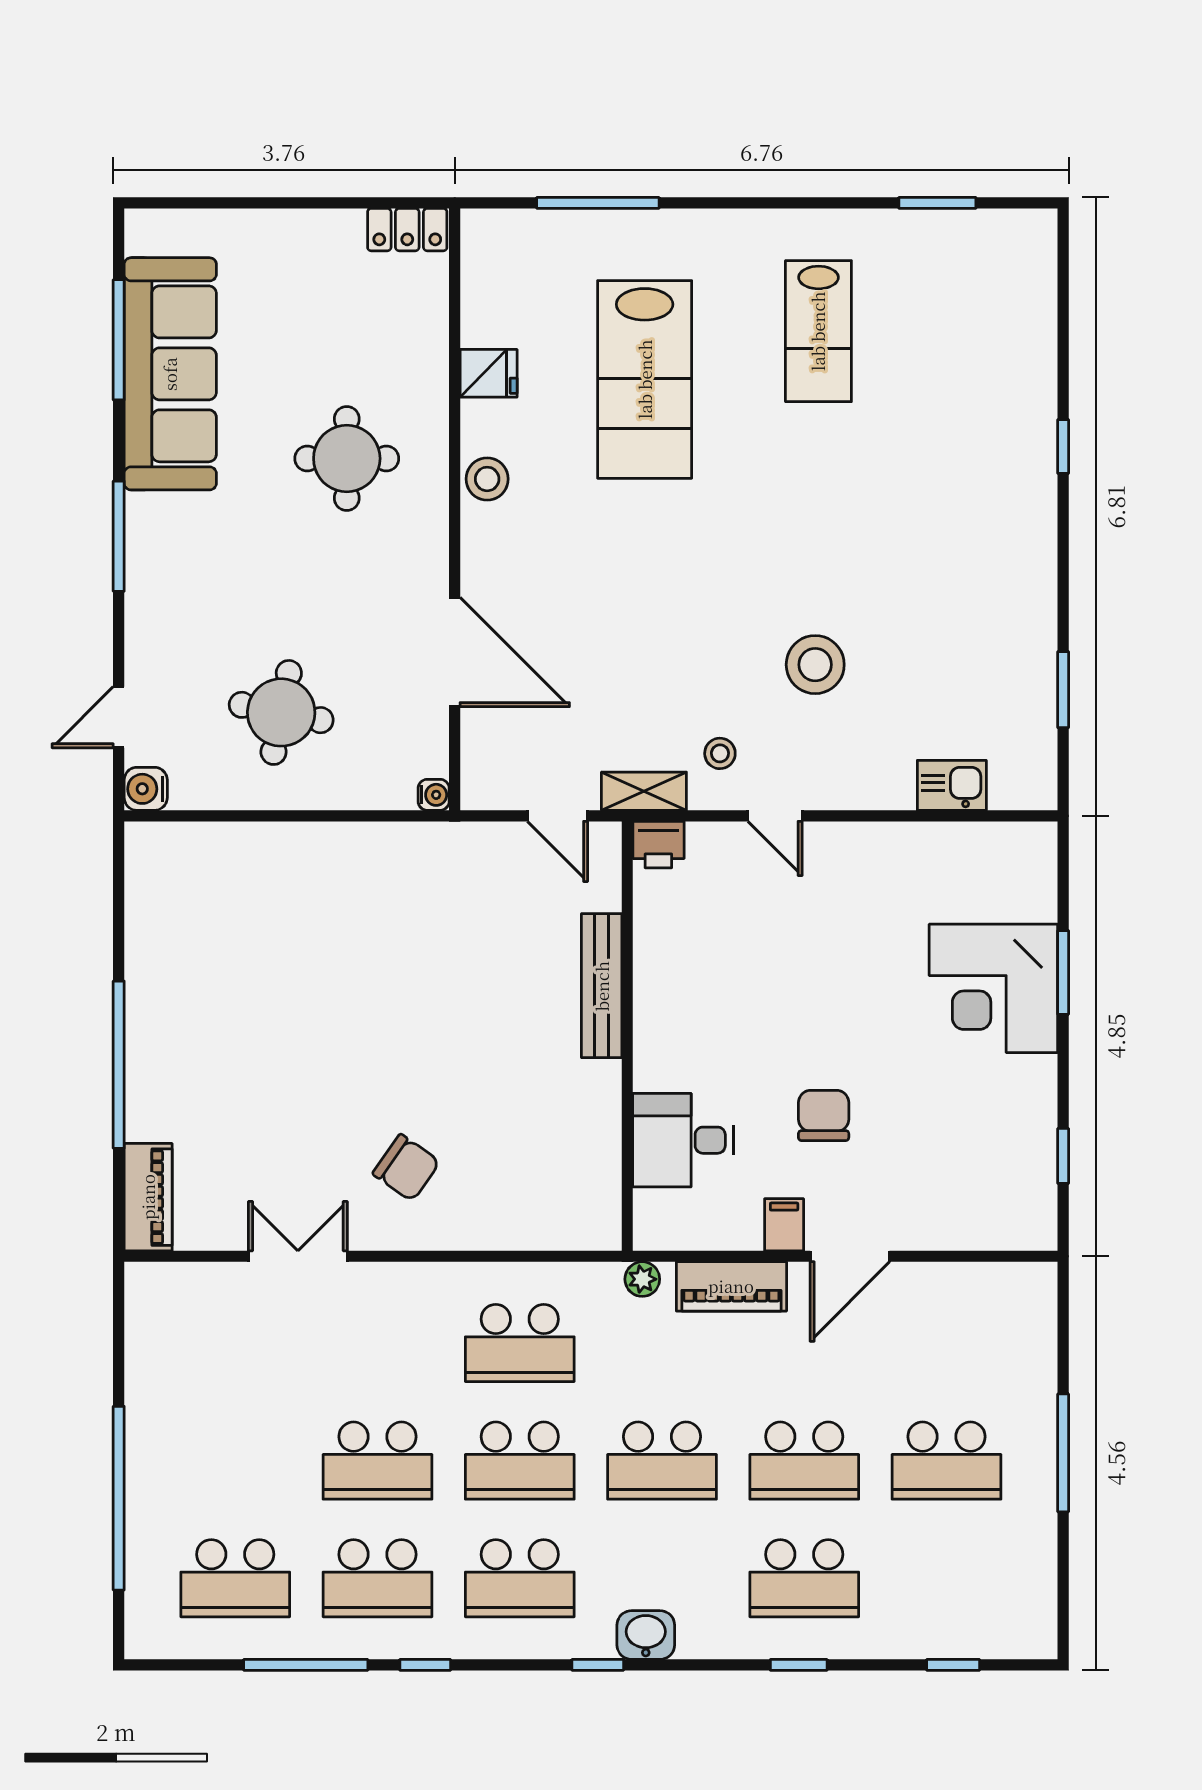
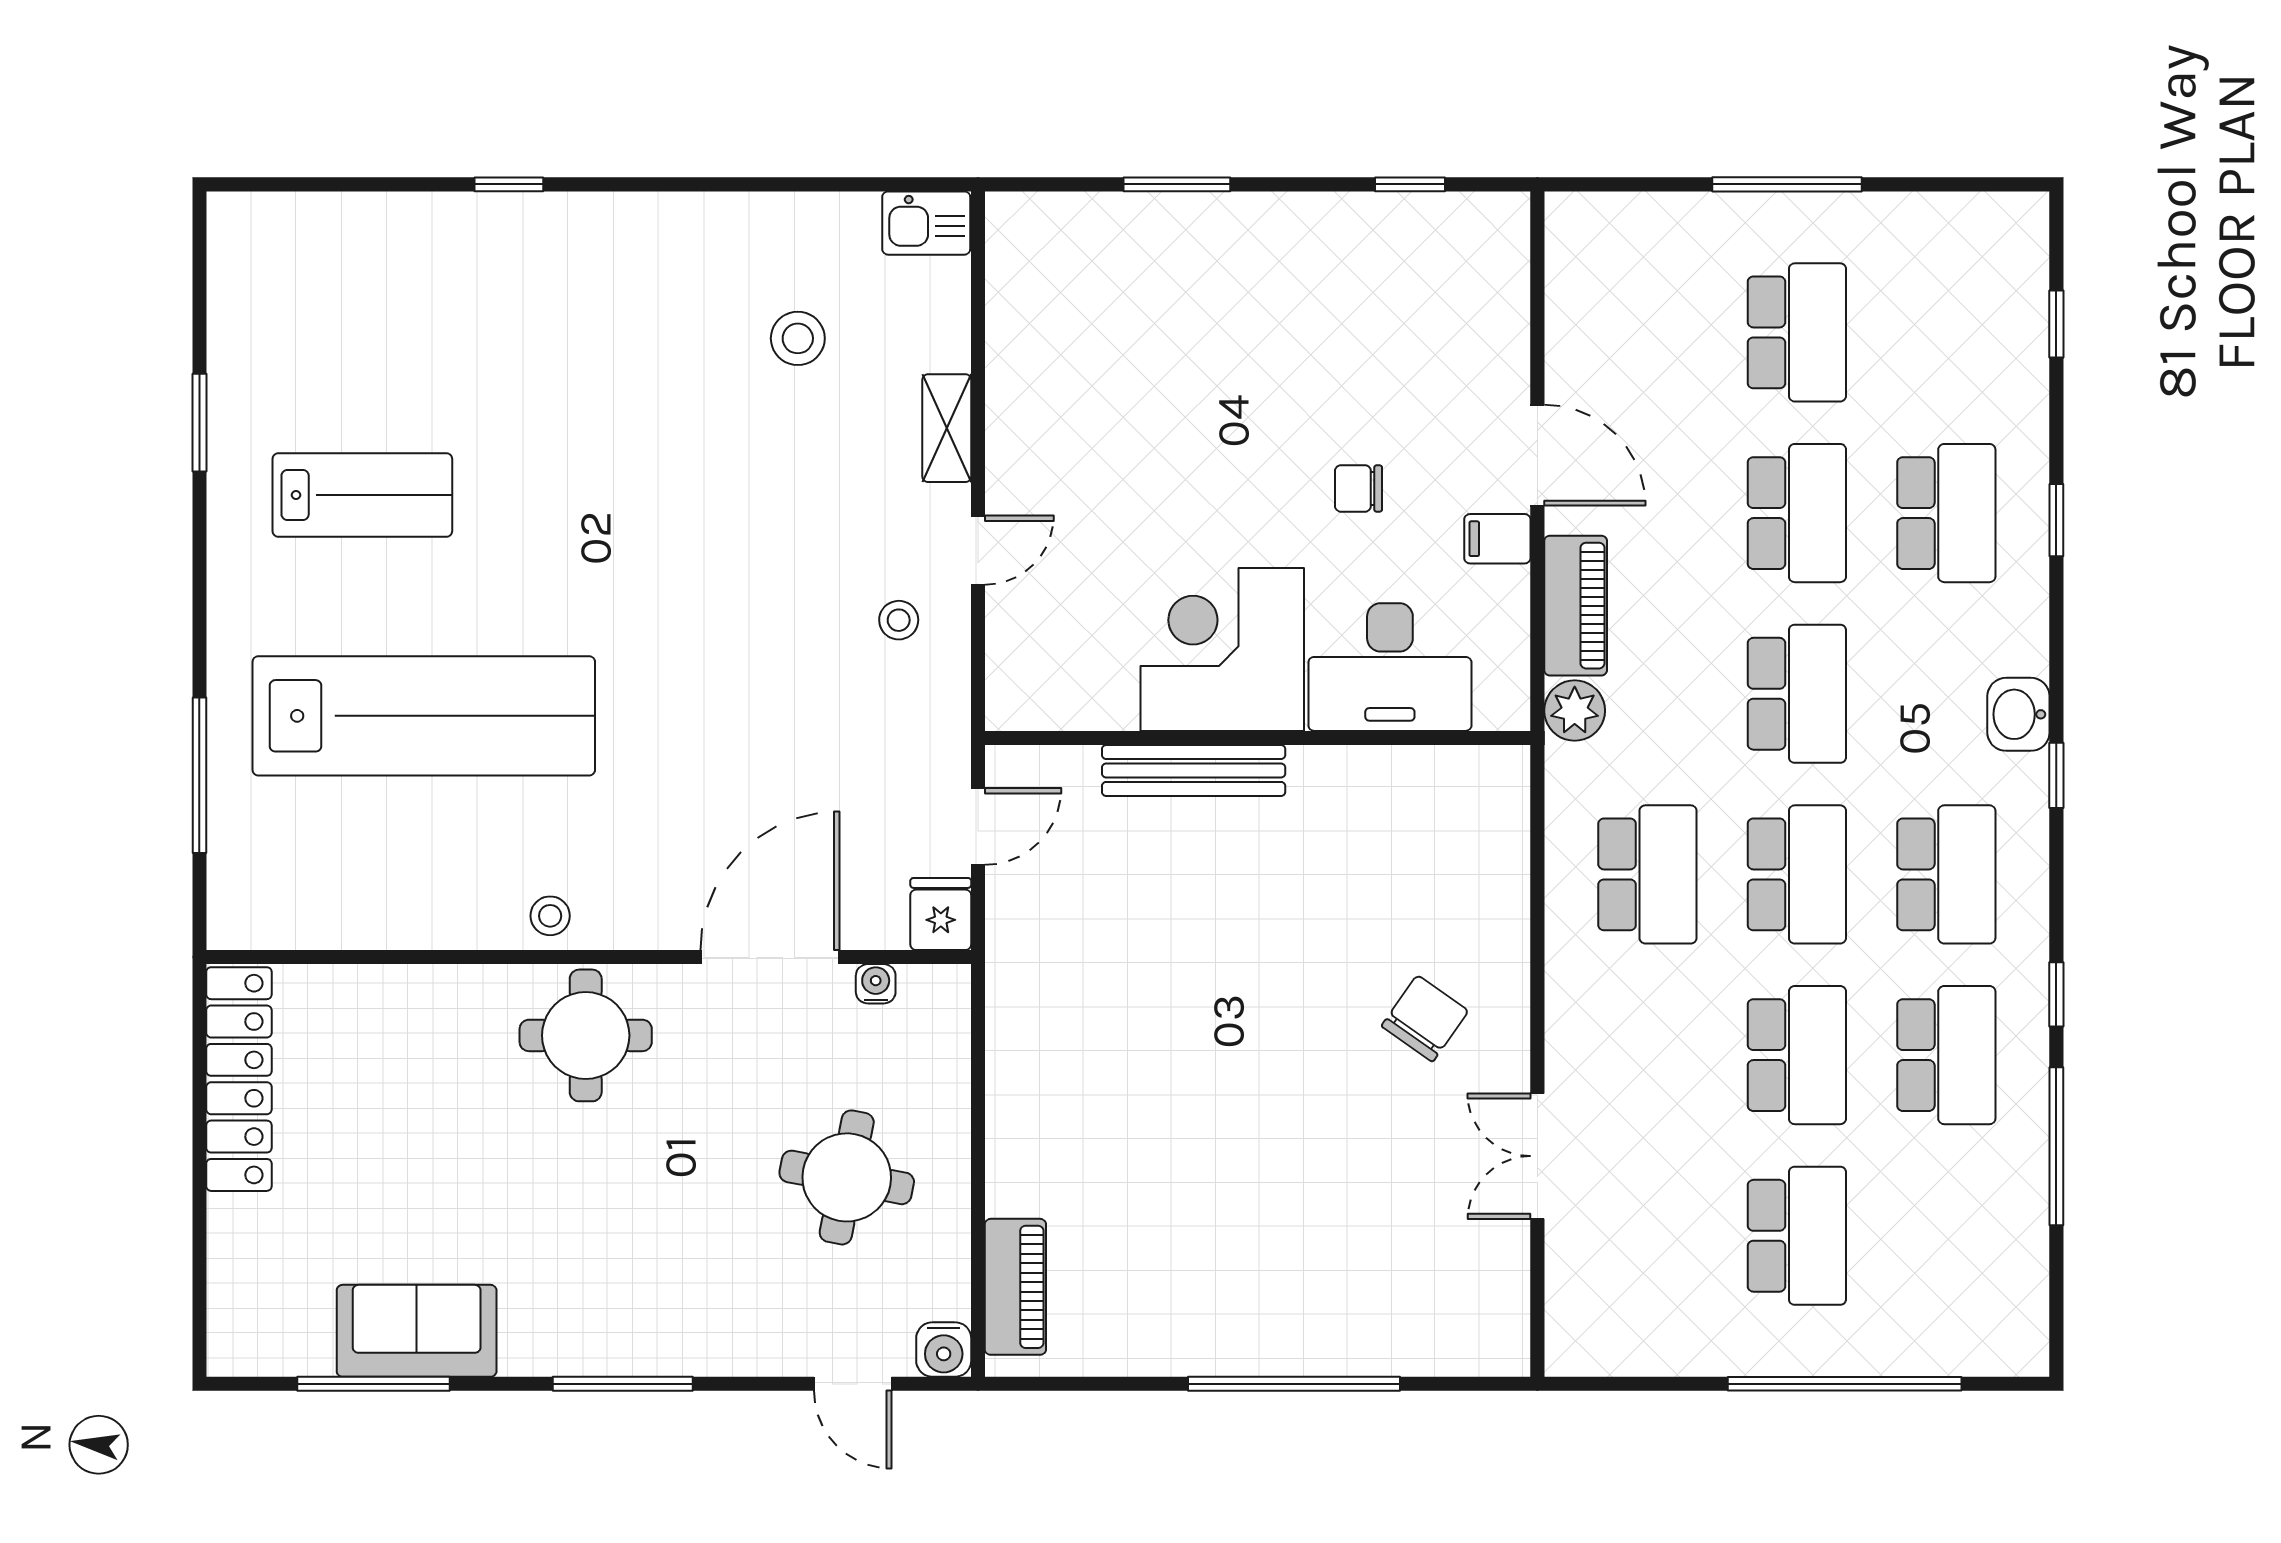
window: (937, 203) -> (199, 423), moved
locker: (407, 230) -> (239, 1079), width x2.16, depth x1.21
fridge: (489, 373) -> (941, 914), moved
sofa: (170, 374) -> (417, 1331), width x0.54, depth x0.79
lab bench: (645, 379) -> (424, 716), width x1.36
round table: (347, 458) -> (586, 1035), moved
stool: (487, 479) -> (550, 916), width x0.73, depth x0.73
stool: (815, 665) -> (798, 338), moved, width x0.73, depth x0.73
window: (1063, 690) -> (818, 184), removed
kitchen sink: (952, 785) -> (926, 223), moved, turned -90
shelving: (644, 791) -> (947, 428), moved
water cooler: (434, 795) -> (876, 984), moved
printer: (658, 845) -> (1014, 698), removed
corner desk: (993, 988) -> (1222, 649), moved, turned 180
chair: (824, 1115) -> (1359, 488), width x0.73, depth x0.73
desk: (683, 1140) -> (1390, 667), width x1.37
piano: (148, 1197) -> (1015, 1287), moved, turned 90
plant: (642, 1279) -> (1575, 711), width x1.38, depth x1.38
school desk: (235, 1578) -> (1797, 1236), moved

